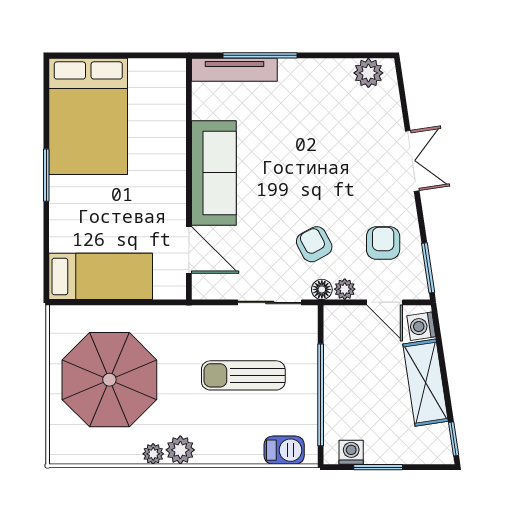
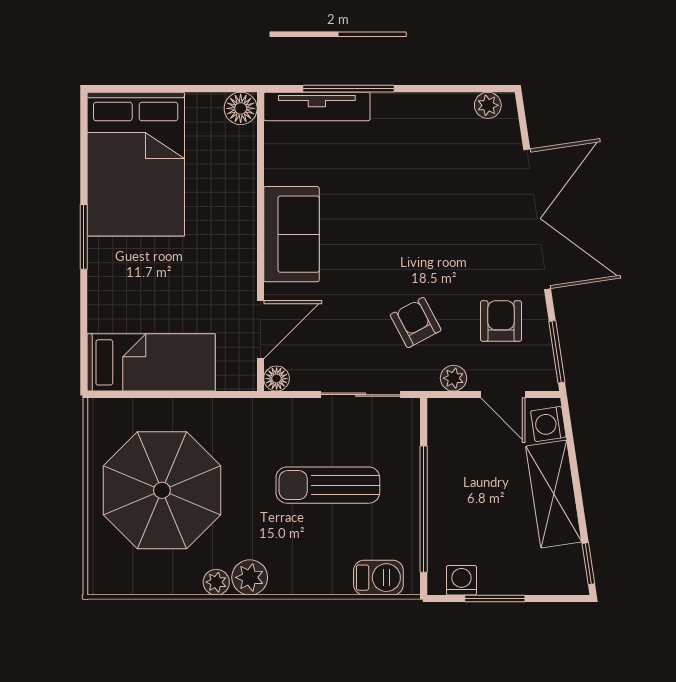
floor lamp: (173, 71) -> (241, 108), added
plant: (368, 73) -> (488, 105), width x0.73, depth x0.73
double door: (412, 161) -> (537, 219), width x1.87
sofa: (214, 173) -> (291, 234), width x0.73
door: (189, 250) -> (260, 330), hinge flipped
floor lamp: (322, 289) -> (277, 379), moved

